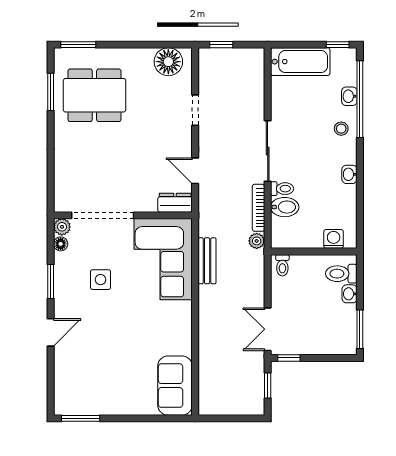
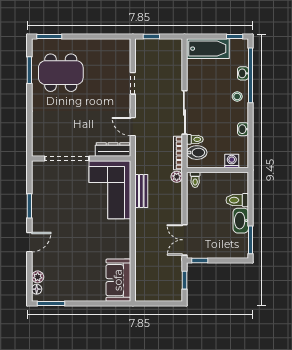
floor lamp: (168, 62) -> (114, 49), removed
dresser: (175, 203) -> (113, 149), width x1.44
plant: (62, 227) -> (38, 277), moved
washing machine: (334, 239) -> (232, 161), moved
floor lamp: (61, 244) -> (37, 289), moved
wall: (314, 252) -> (218, 170), moved
toilet: (282, 265) -> (195, 180), moved
side table: (100, 280) -> (65, 204), removed
washbasin: (350, 294) -> (241, 221), width x1.91, depth x1.45

